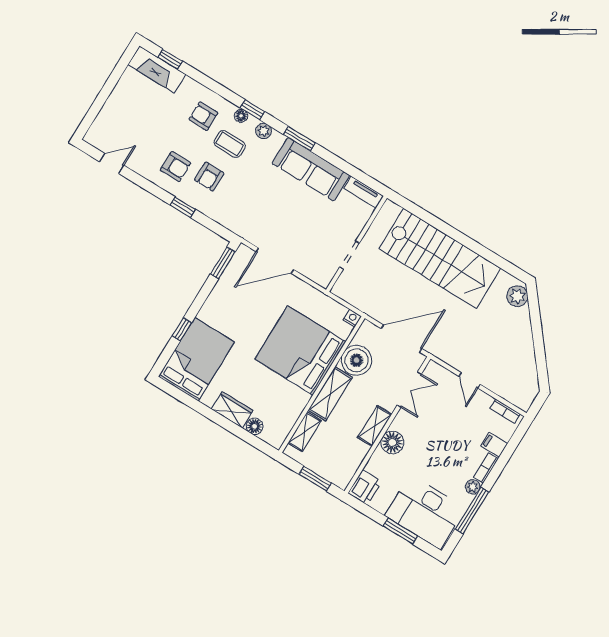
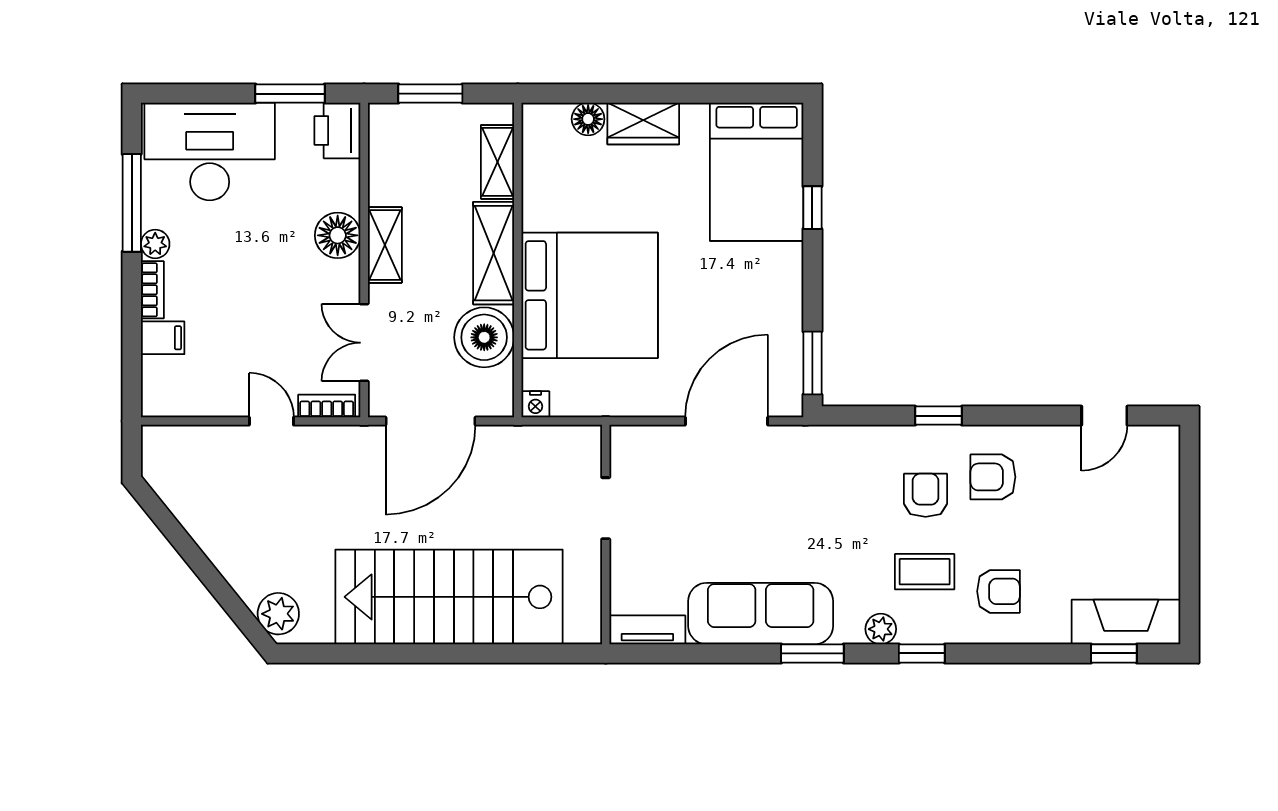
floor lamp: (241, 116) -> (935, 631), removed
bookcase: (505, 411) -> (327, 406), moved
window: (400, 531) -> (290, 94), moved

